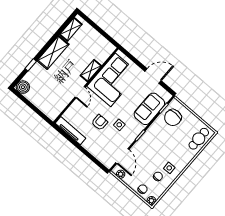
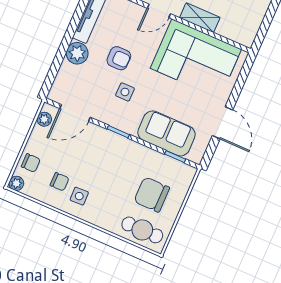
chair: (173, 118) -> (152, 195), moved
plant: (90, 145) -> (77, 53), added

